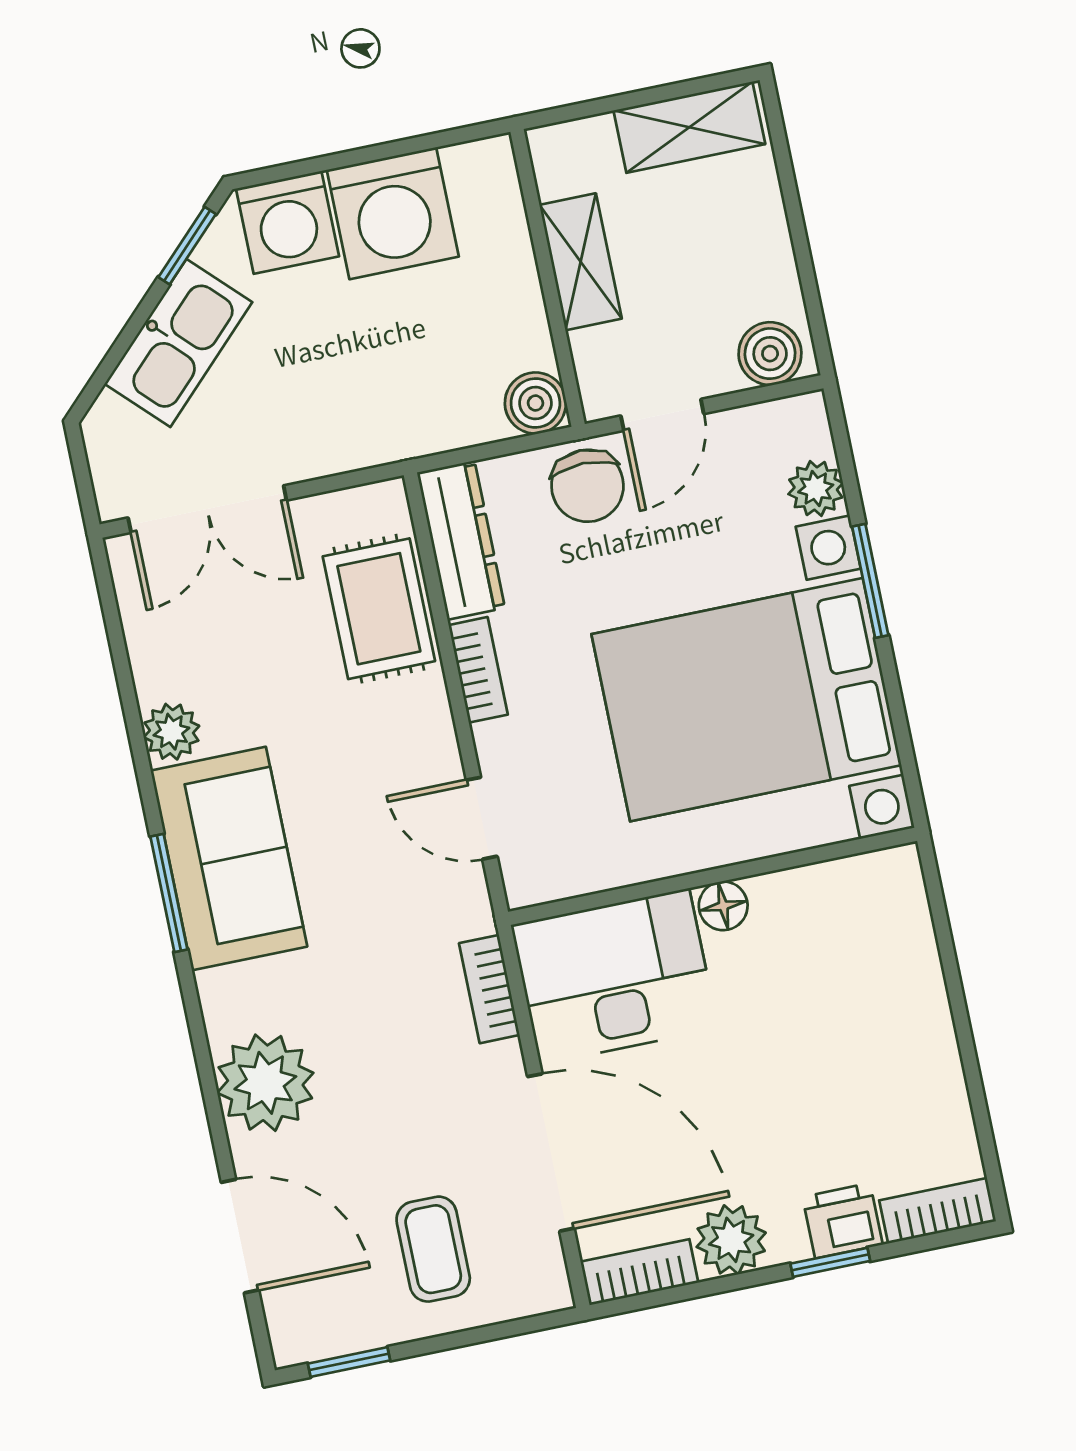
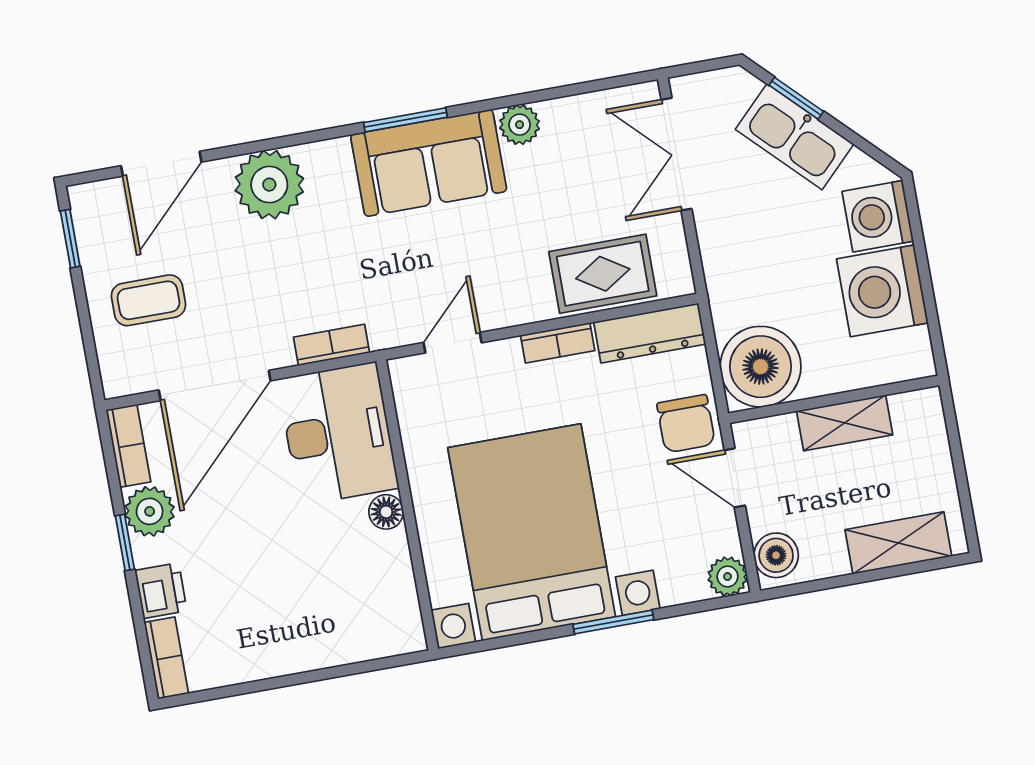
shelving: (689, 127) -> (898, 543), moved, turned 90
window: (187, 246) -> (796, 98), moved
boiler: (535, 403) -> (761, 367), width x1.86, depth x1.86
chair: (587, 486) -> (686, 424), turned -90
plant: (816, 489) -> (728, 577), moved
window: (830, 1262) -> (125, 543), moved

